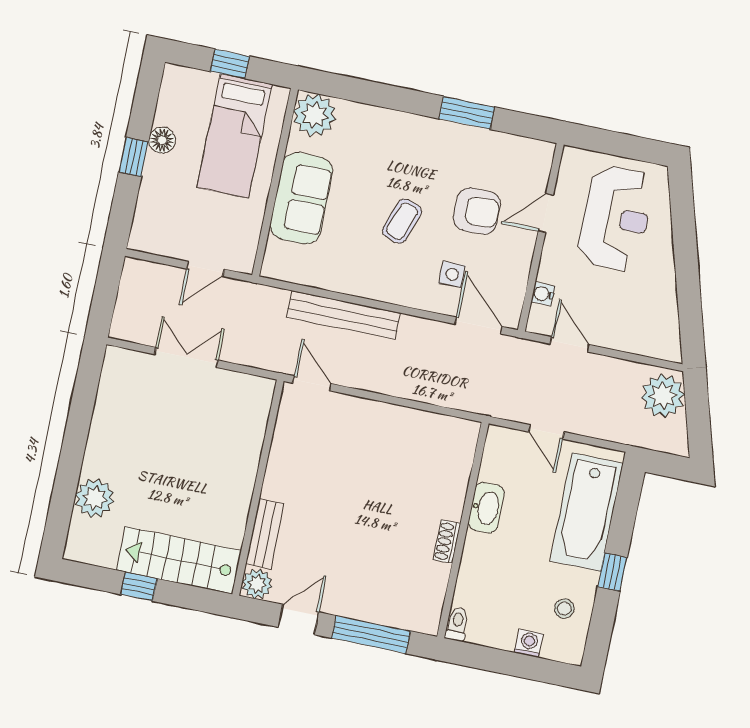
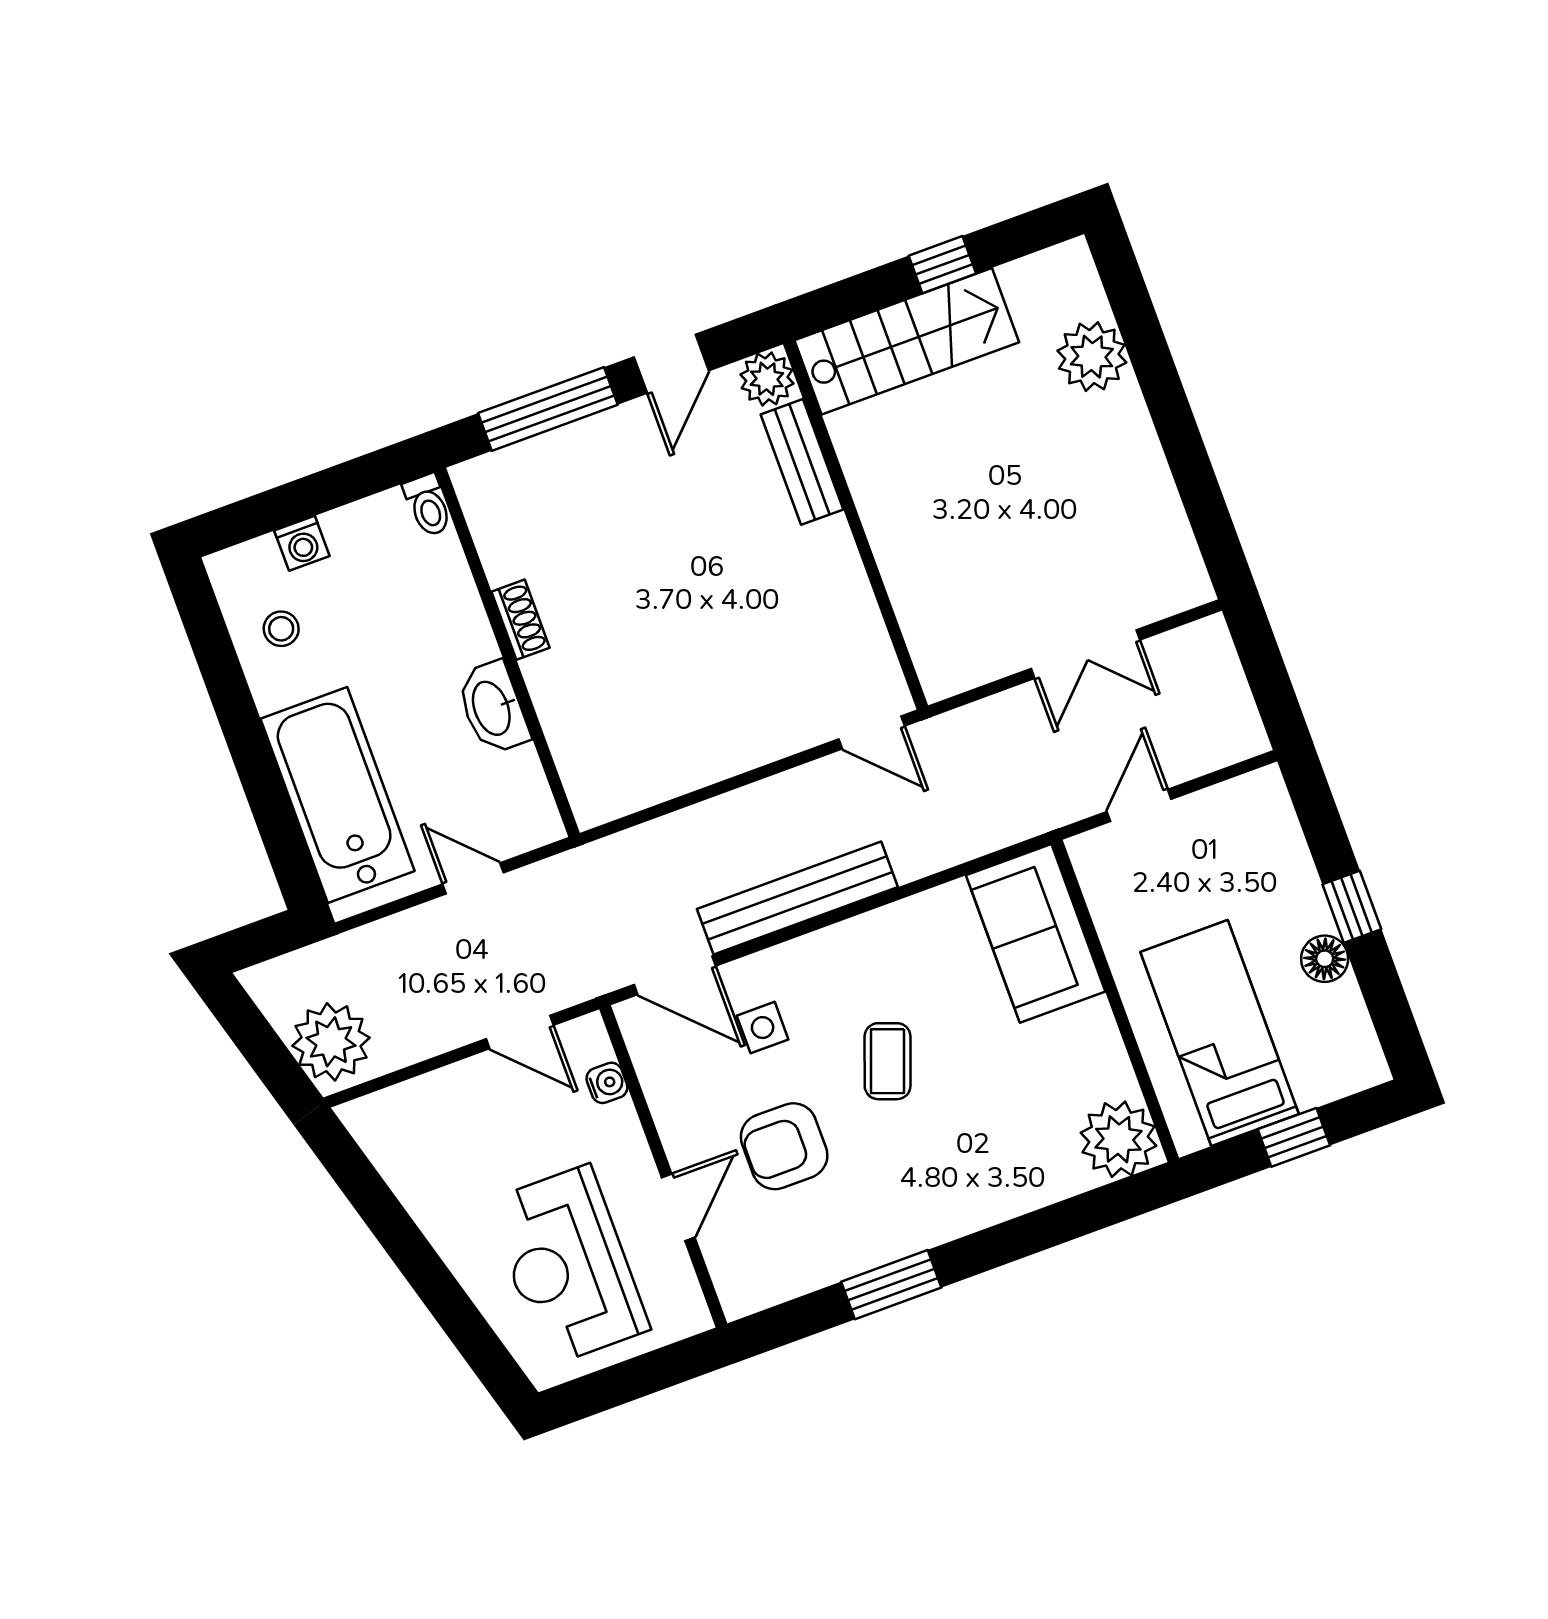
sofa: (301, 198) -> (1036, 933), moved
bench: (343, 315) -> (797, 898), moved
window: (612, 572) -> (243, 729), removed

